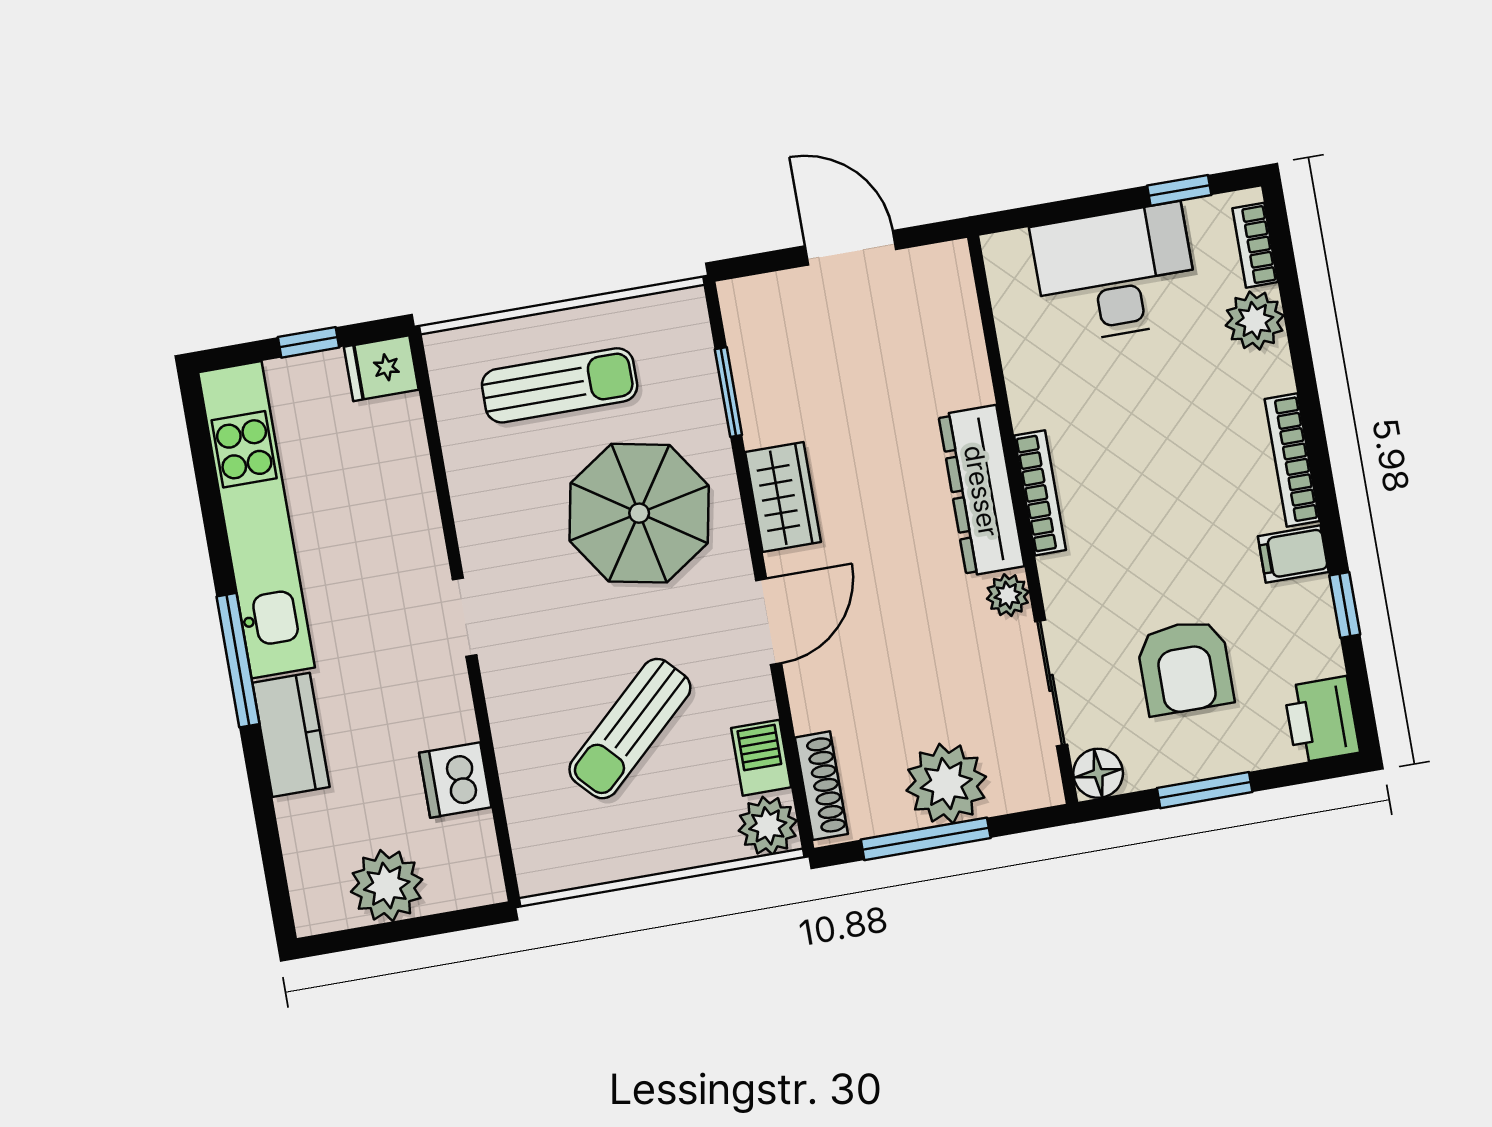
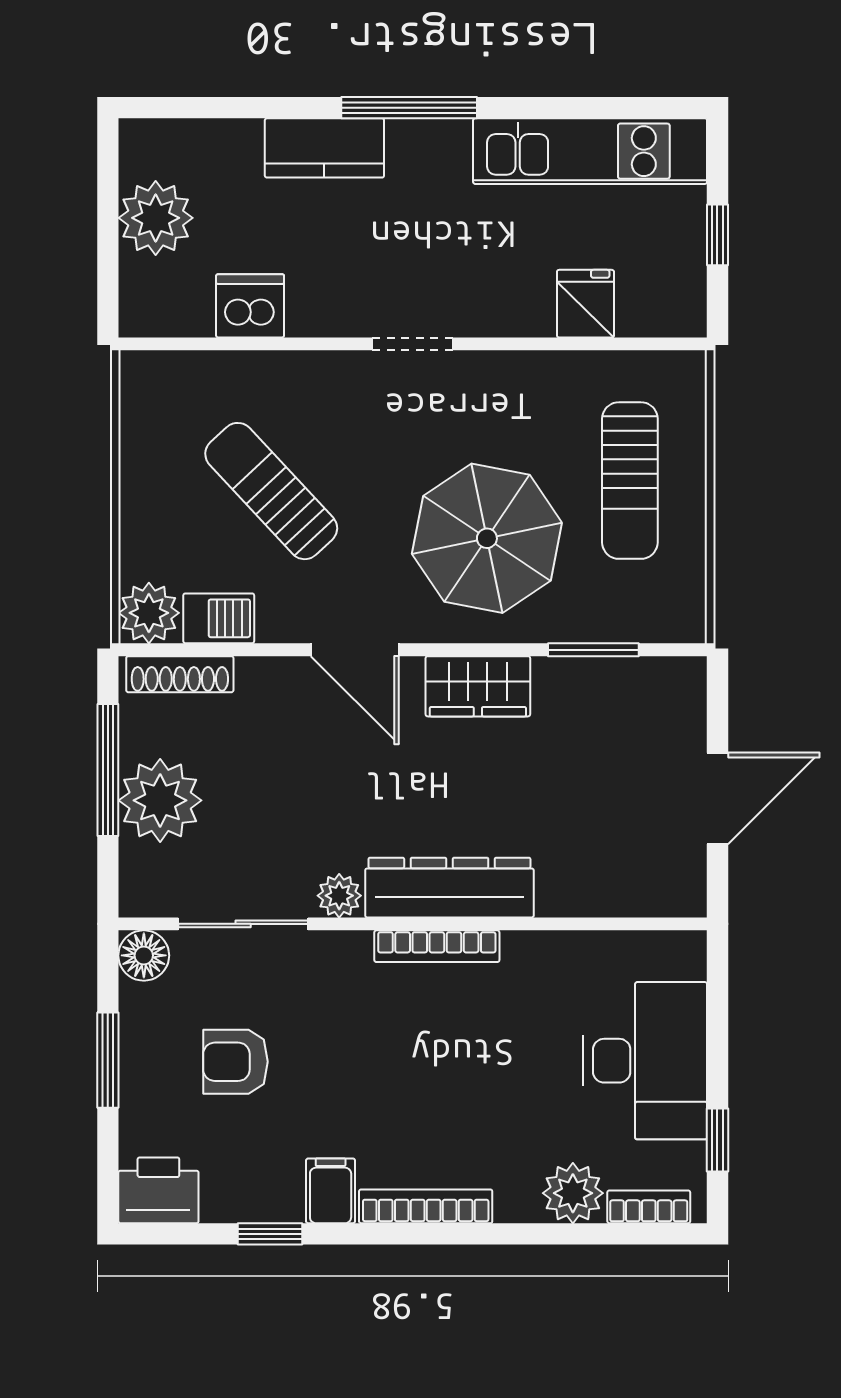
fridge: (381, 368) -> (585, 304), moved
kitchen unit: (257, 520) -> (590, 151), width x0.73
armchair: (1185, 667) -> (235, 1062), width x0.72, depth x0.72

